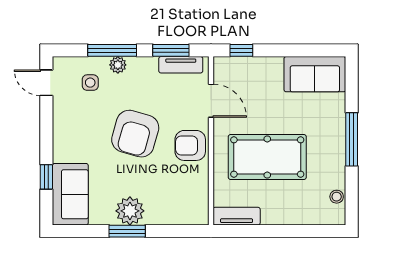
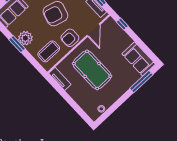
window: (352, 139) -> (141, 82), moved
armchair: (190, 145) -> (70, 38), turned -90
coffee table: (181, 195) -> (49, 51), added

